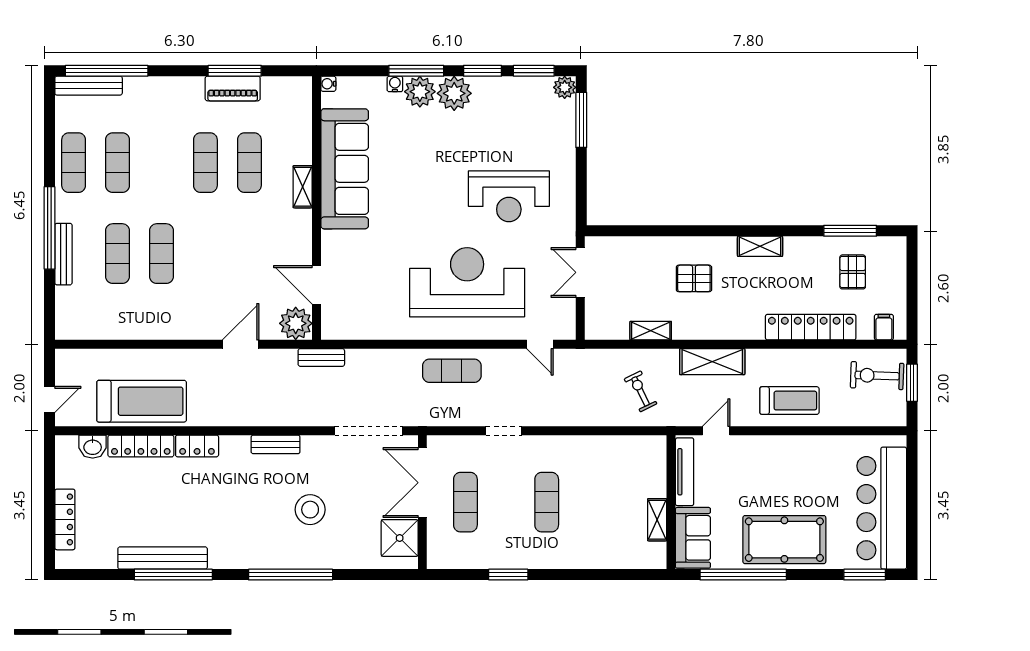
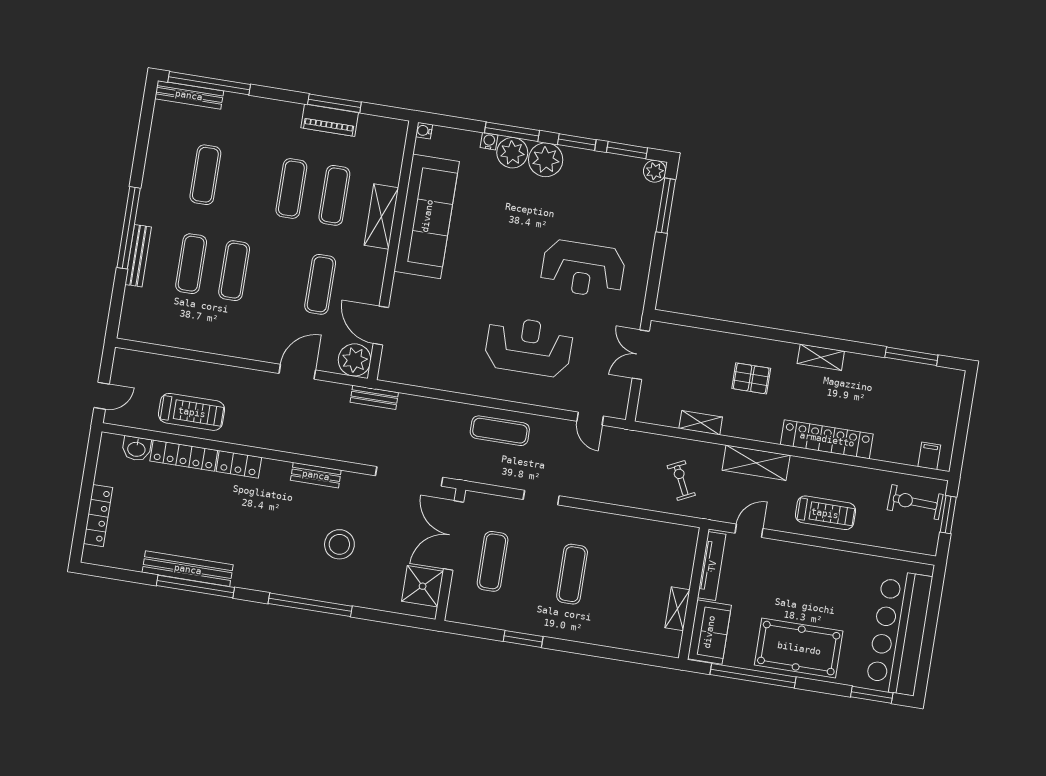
exercise mat: (74, 163) -> (320, 284), moved
shelving: (303, 187) -> (381, 217), width x1.50, depth x1.33
pallet: (853, 272) -> (907, 397), removed
reception desk: (467, 282) -> (529, 347), width x0.74, depth x0.77
locker: (811, 327) -> (827, 439), moved
treadmill: (142, 401) -> (192, 412), width x0.73, depth x0.73

